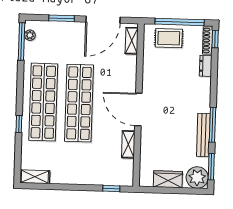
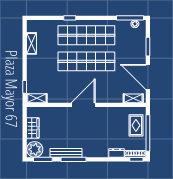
shelving: (128, 144) -> (37, 98), moved
shelving: (35, 177) -> (32, 43), moved

